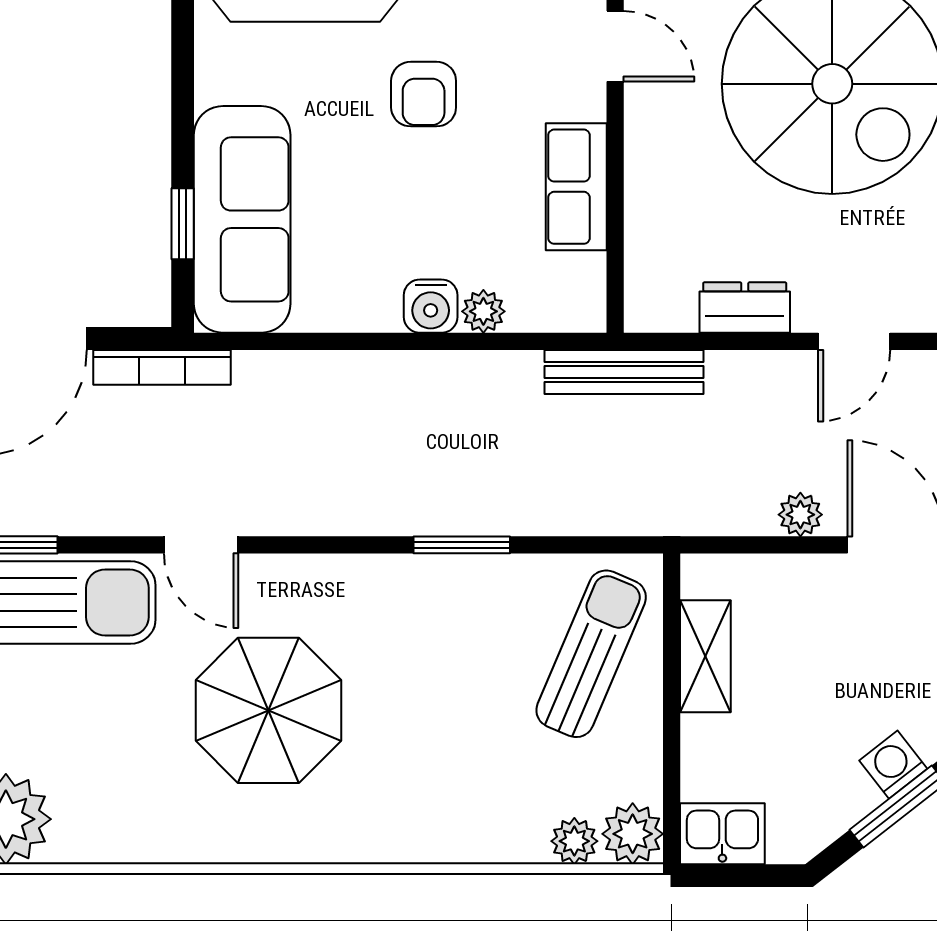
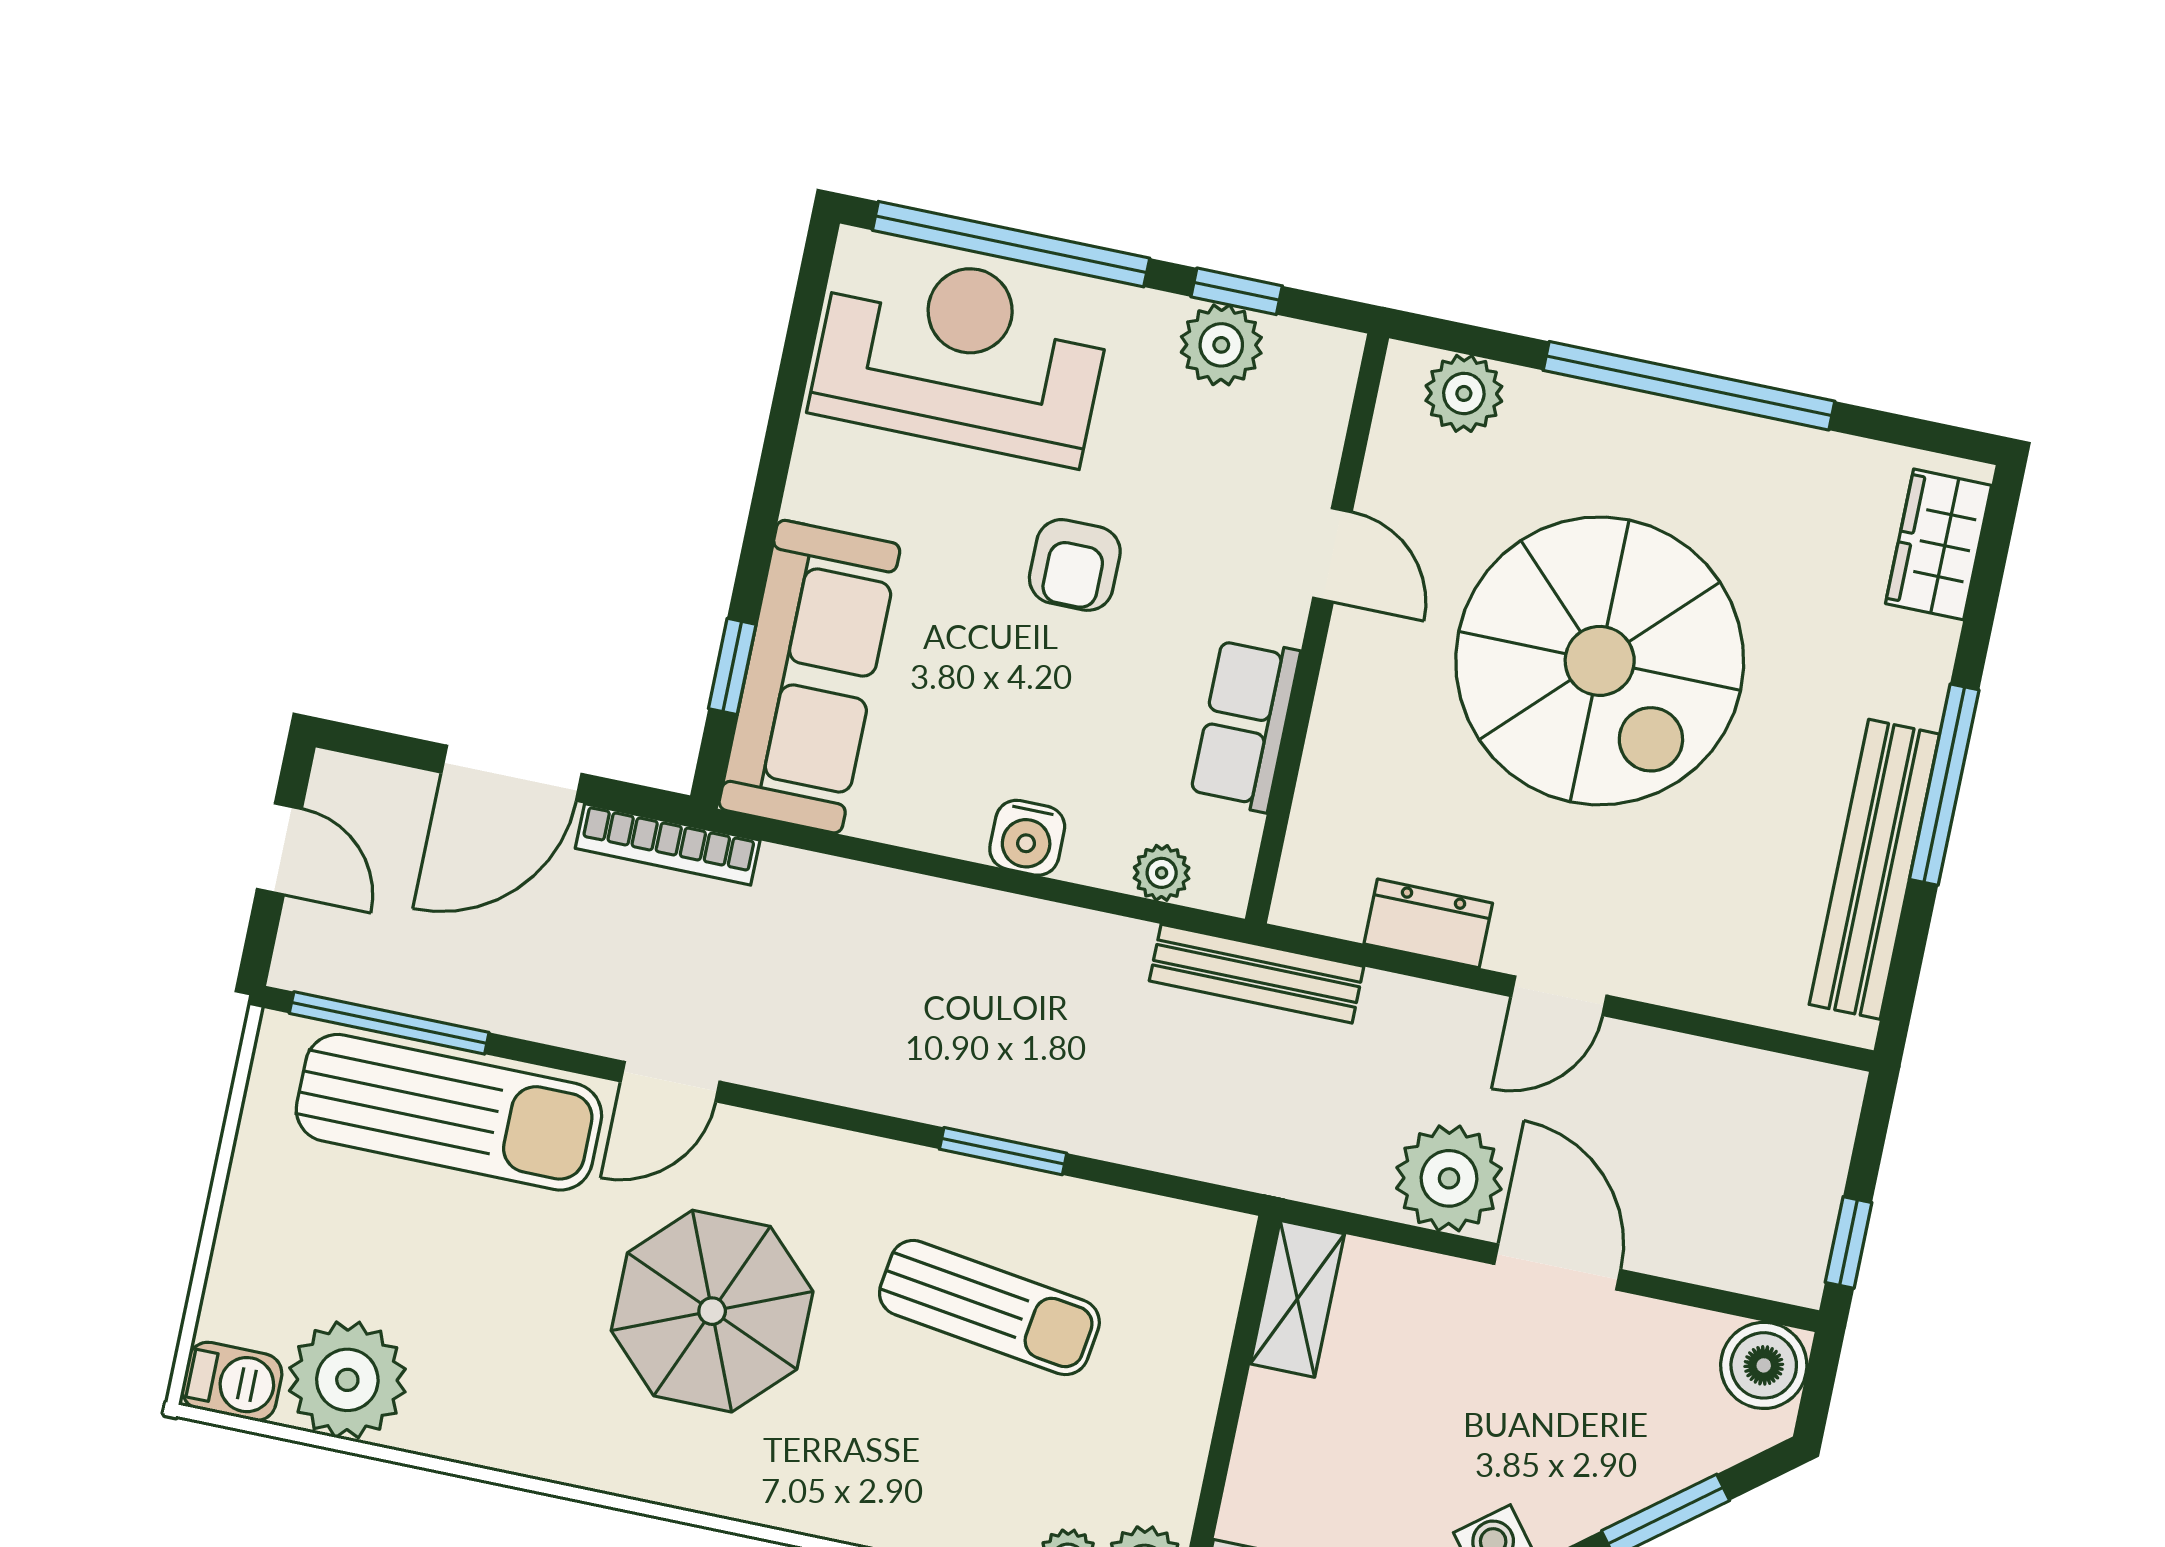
plant: (483, 311) -> (1162, 873), moved
plant: (800, 515) -> (1449, 1178), width x1.88, depth x1.88
door: (201, 545) -> (670, 1082), hinge flipped
sun lounger: (591, 654) -> (989, 1308), moved, turned 75
shelving: (705, 656) -> (1297, 1299), moved

